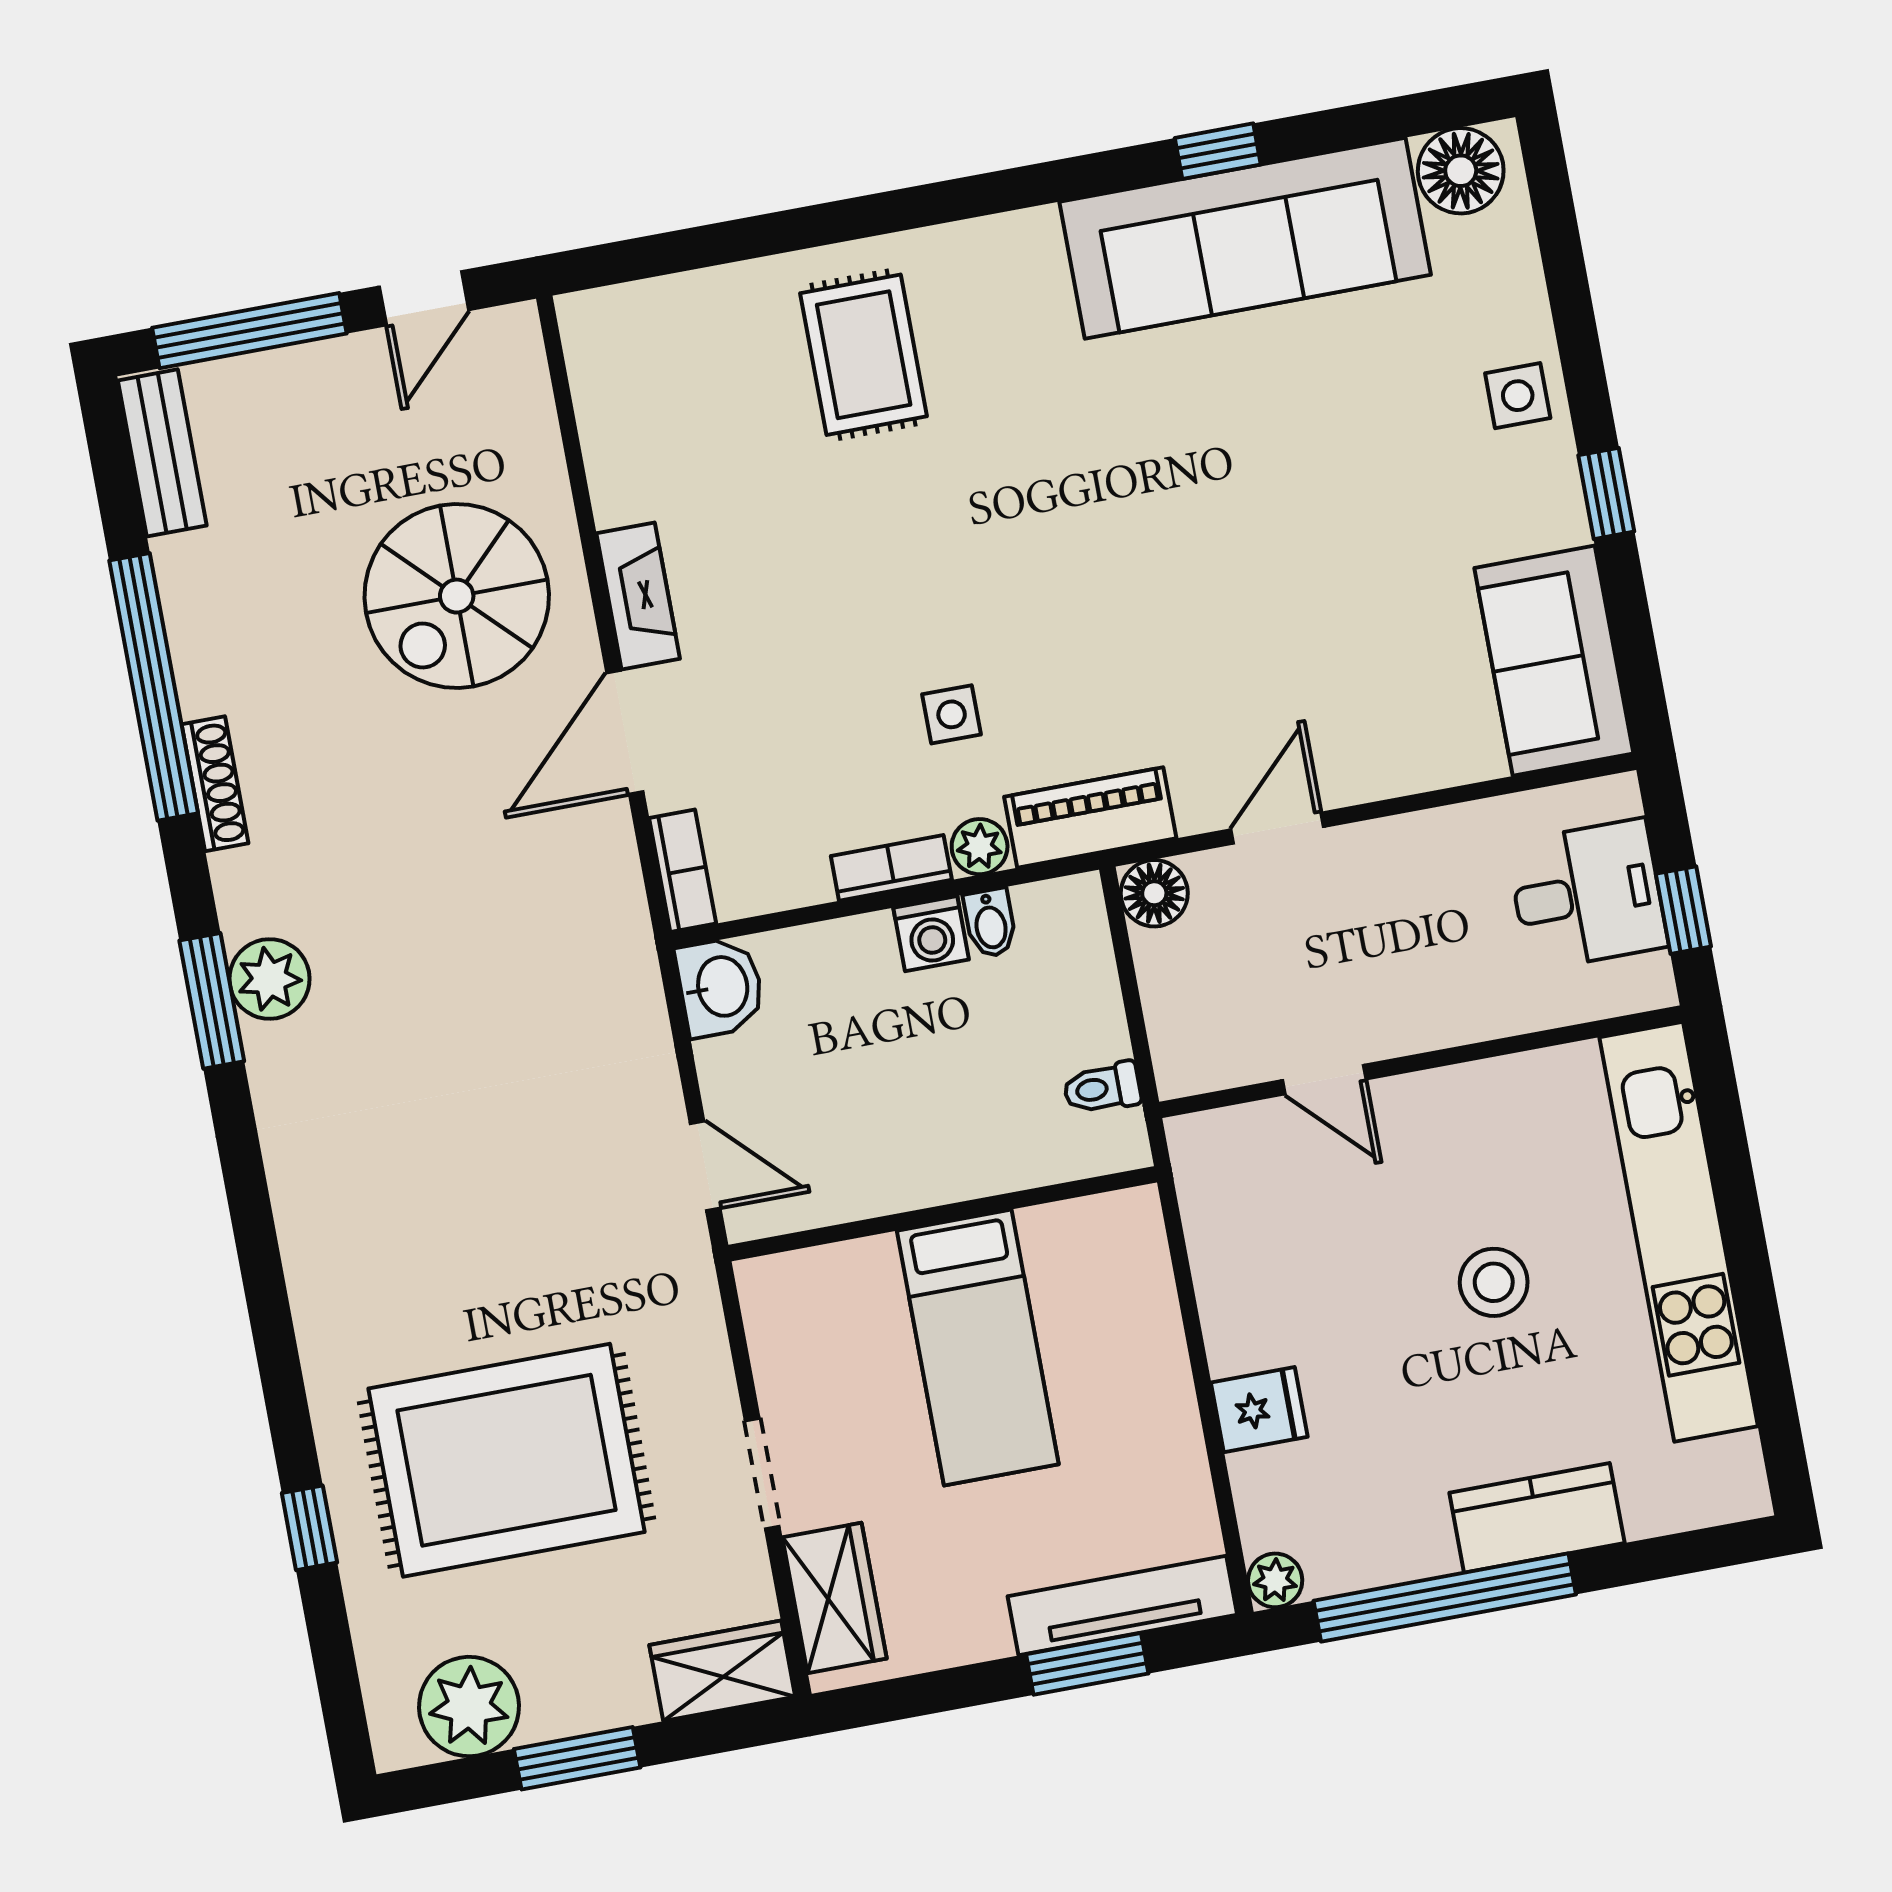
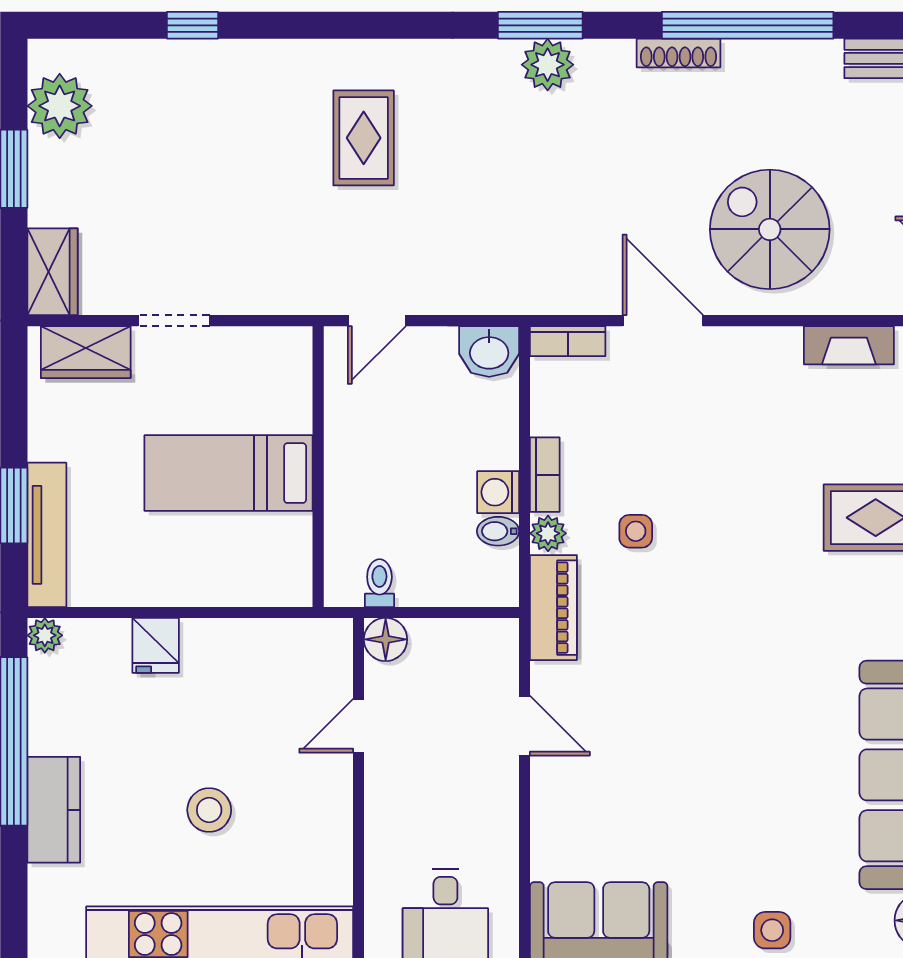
fireplace: (638, 596) -> (849, 345), moved
floor lamp: (1154, 893) -> (386, 639), moved
rug: (507, 1460) -> (364, 138), moved, width x0.54, depth x0.49

